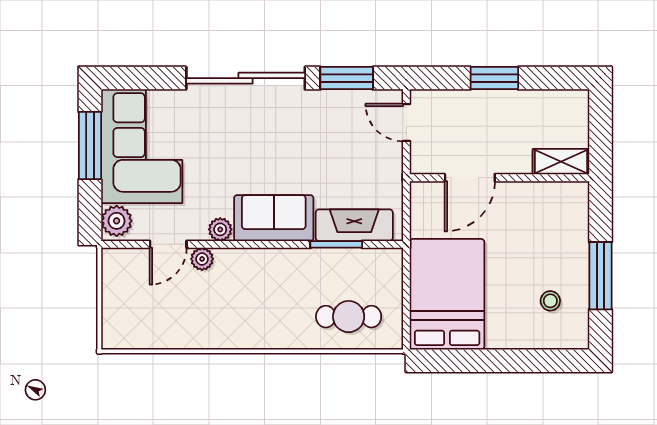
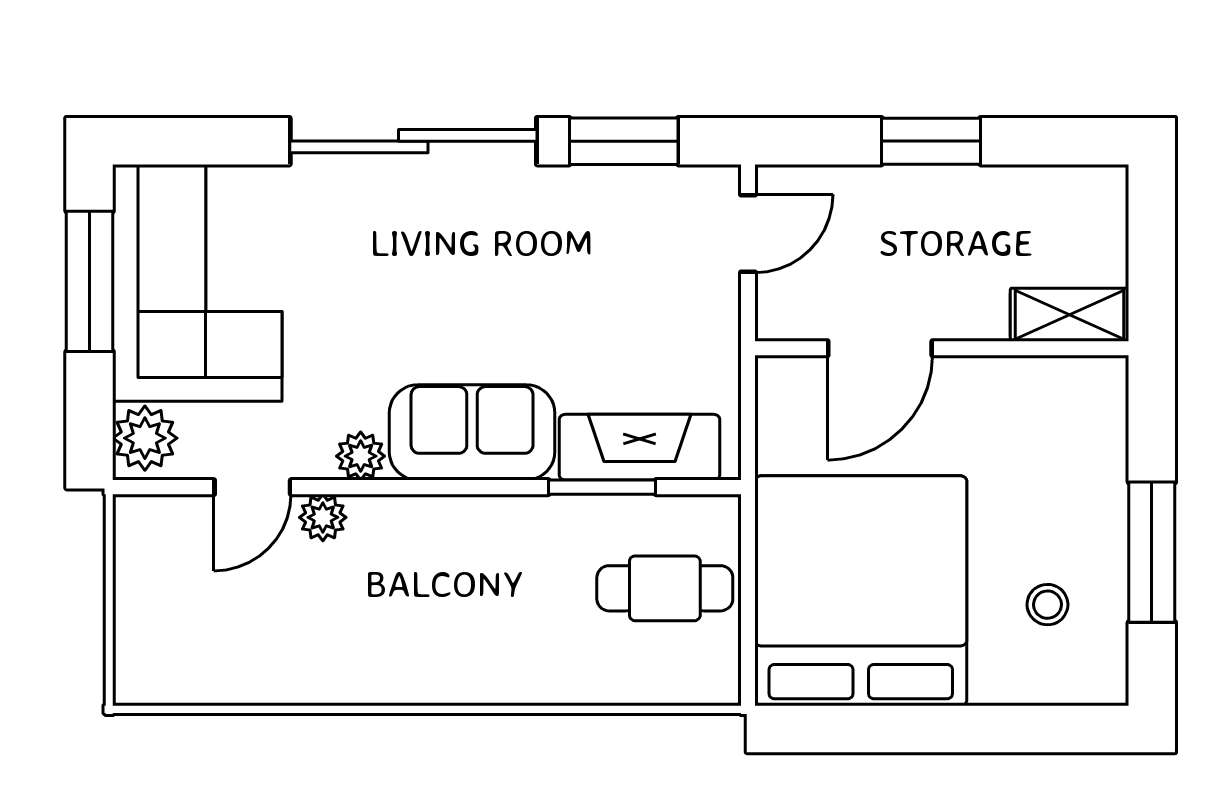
door: (406, 122) -> (748, 233), swing flipped
bed: (447, 294) -> (861, 591), width x1.36
cafe table: (349, 317) -> (665, 588), moved

